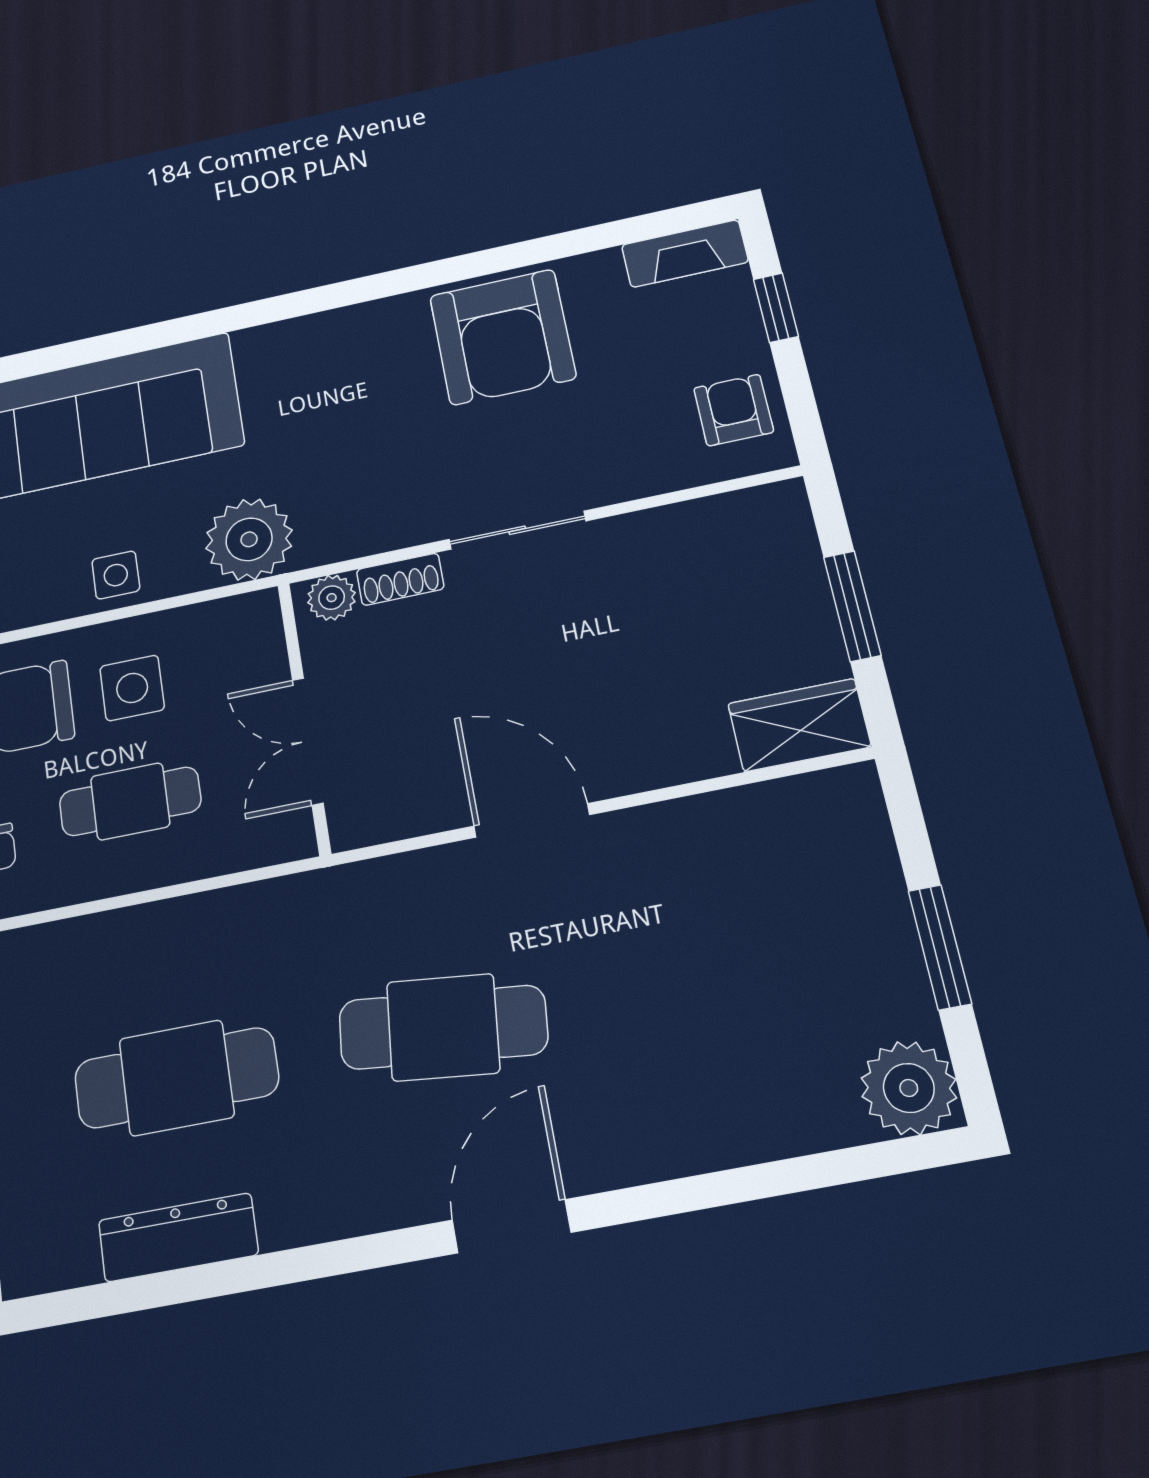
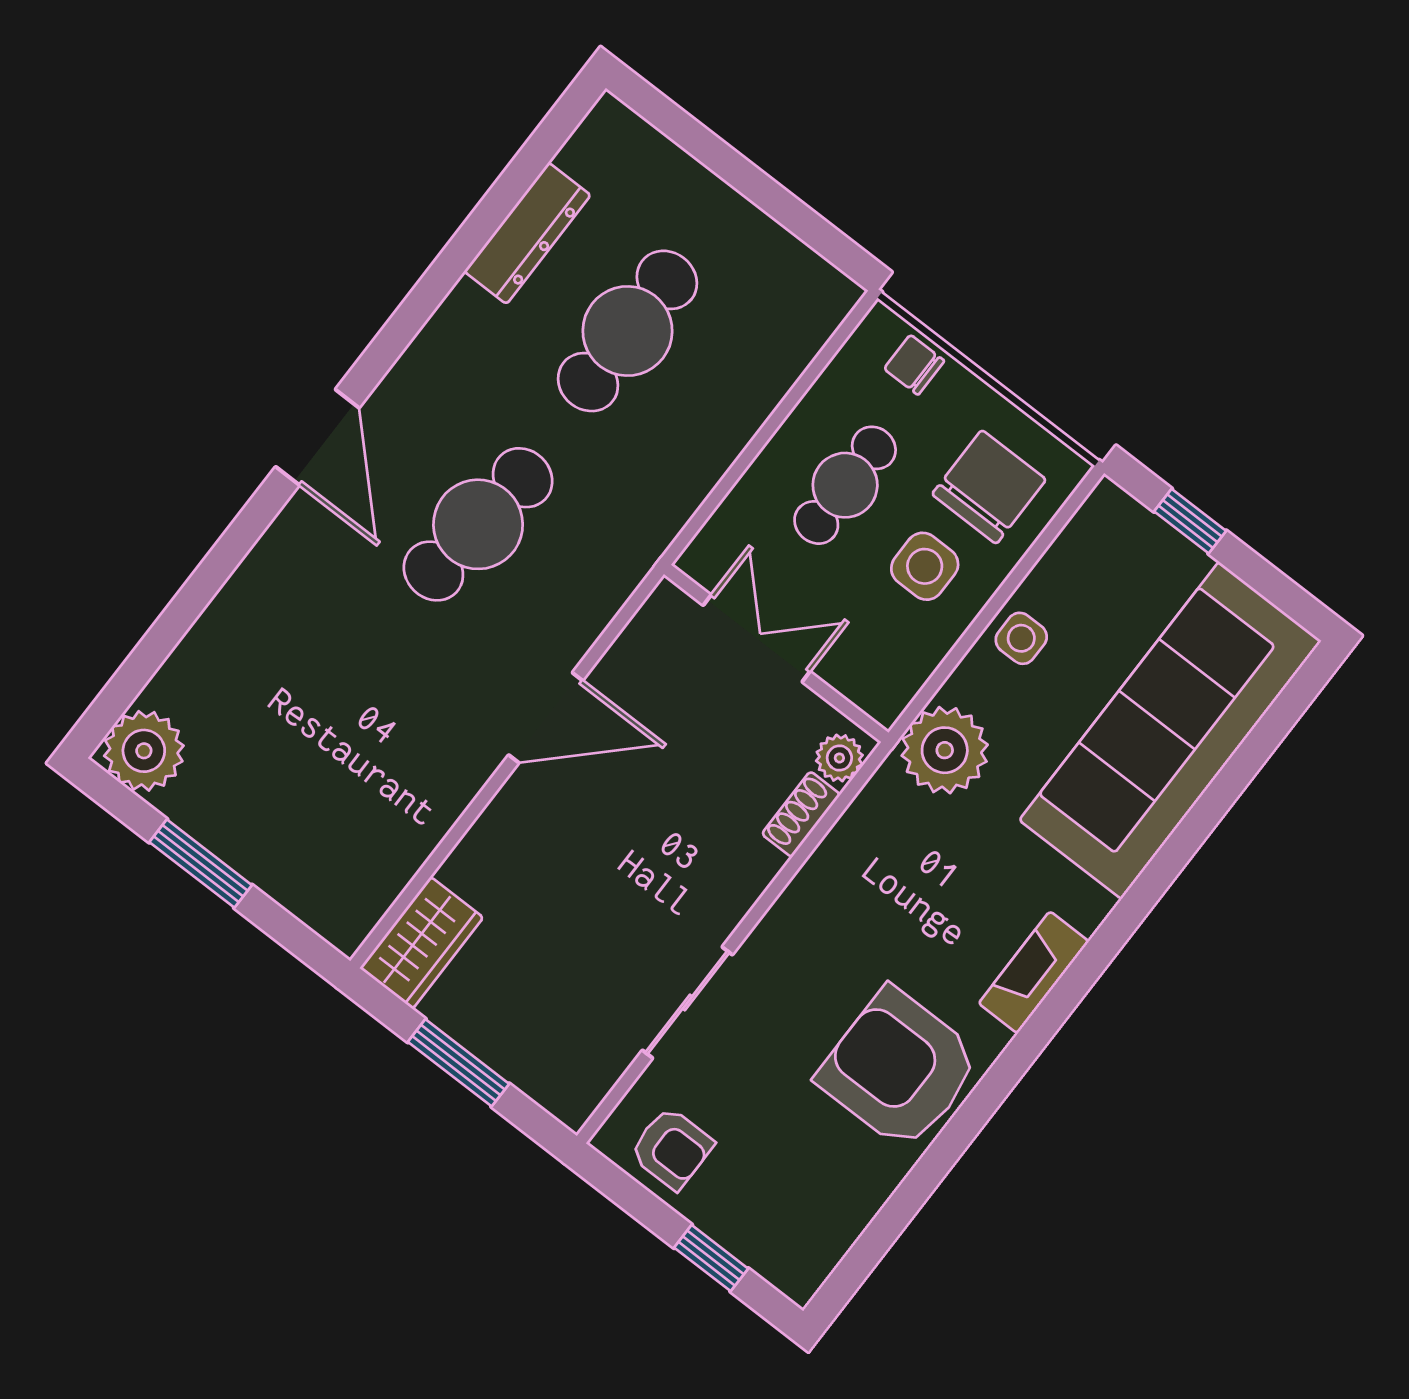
fireplace: (685, 254) -> (1034, 972), moved
sliding door: (517, 530) -> (687, 1003), moved

